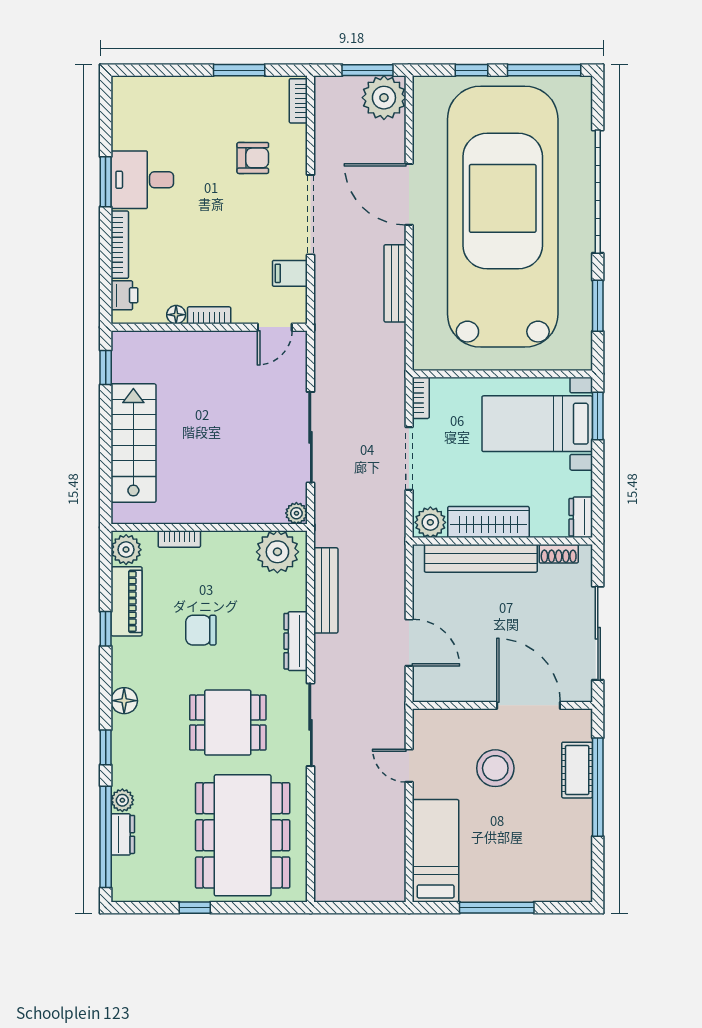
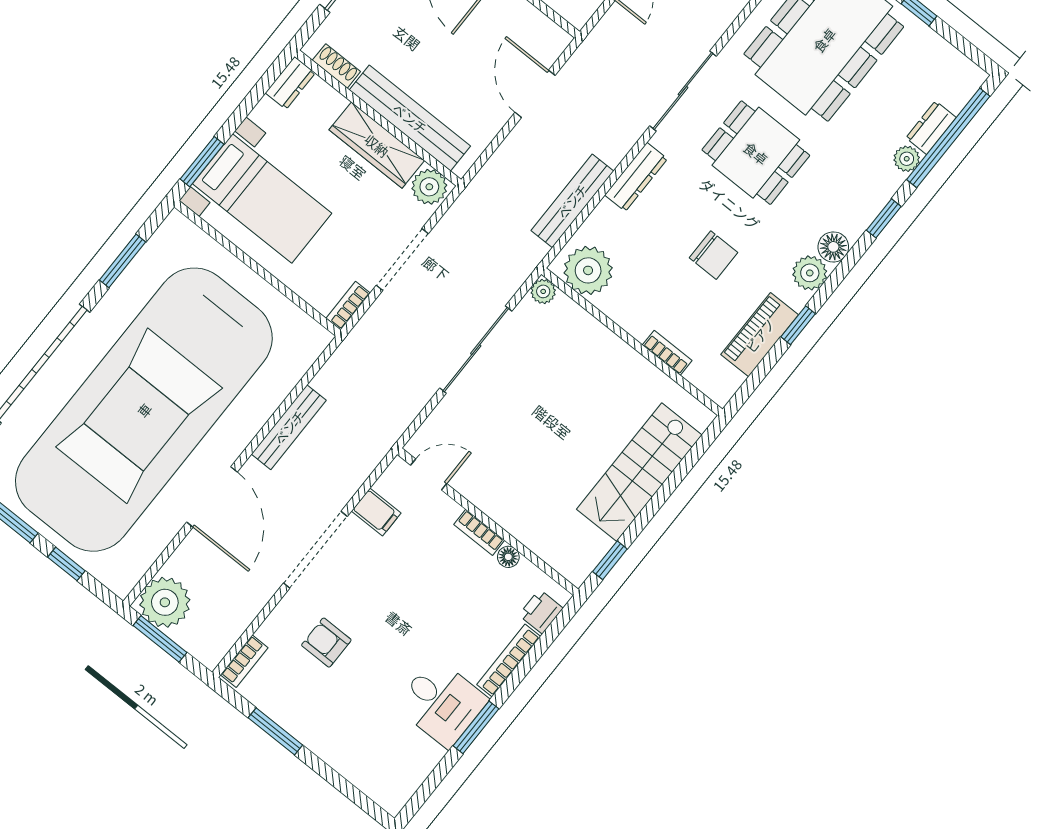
plant: (126, 550) -> (810, 273), moved

